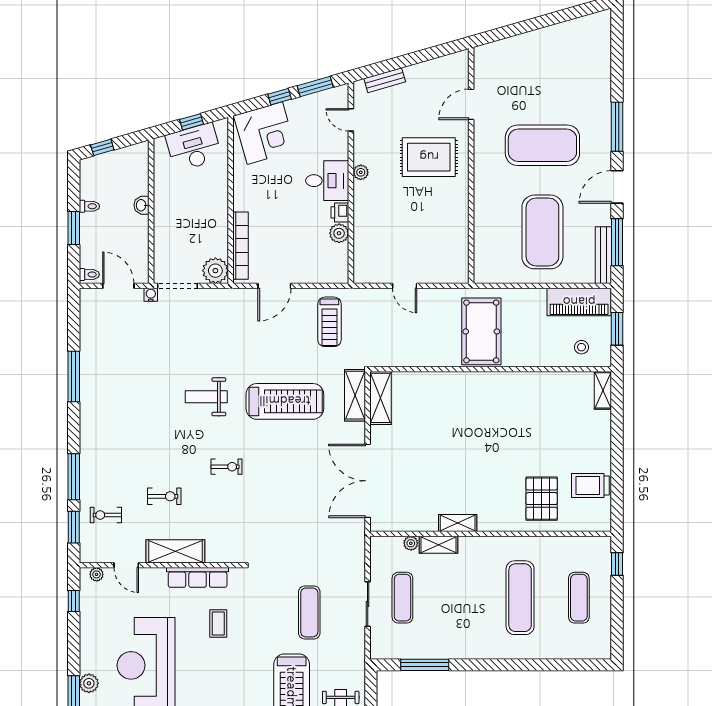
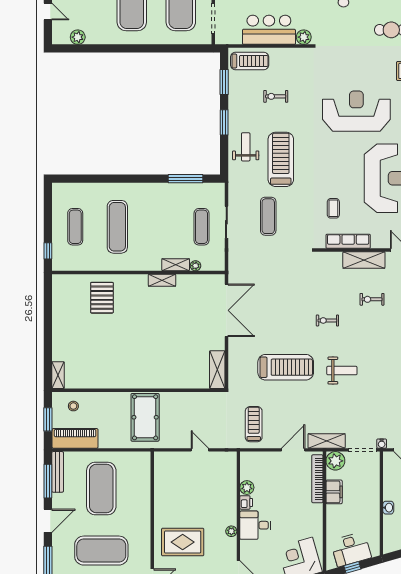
filing cabinet: (217, 227) -> (334, 492), added
shelving: (355, 395) -> (327, 441), moved, turned 90
treadmill: (285, 401) -> (286, 367), turned 180
trolley: (590, 485) -> (67, 307), removed

